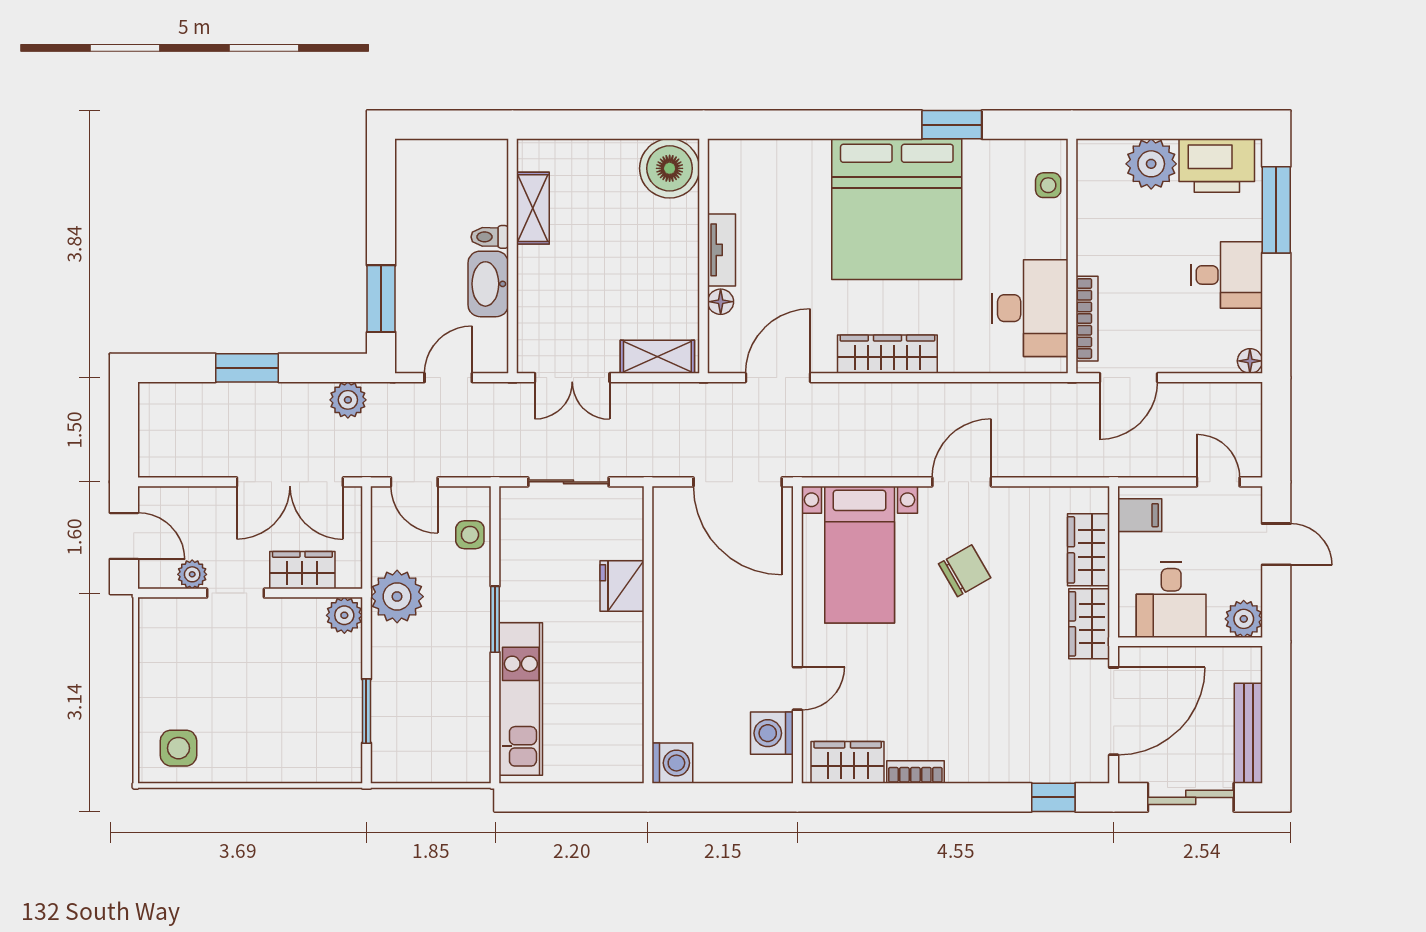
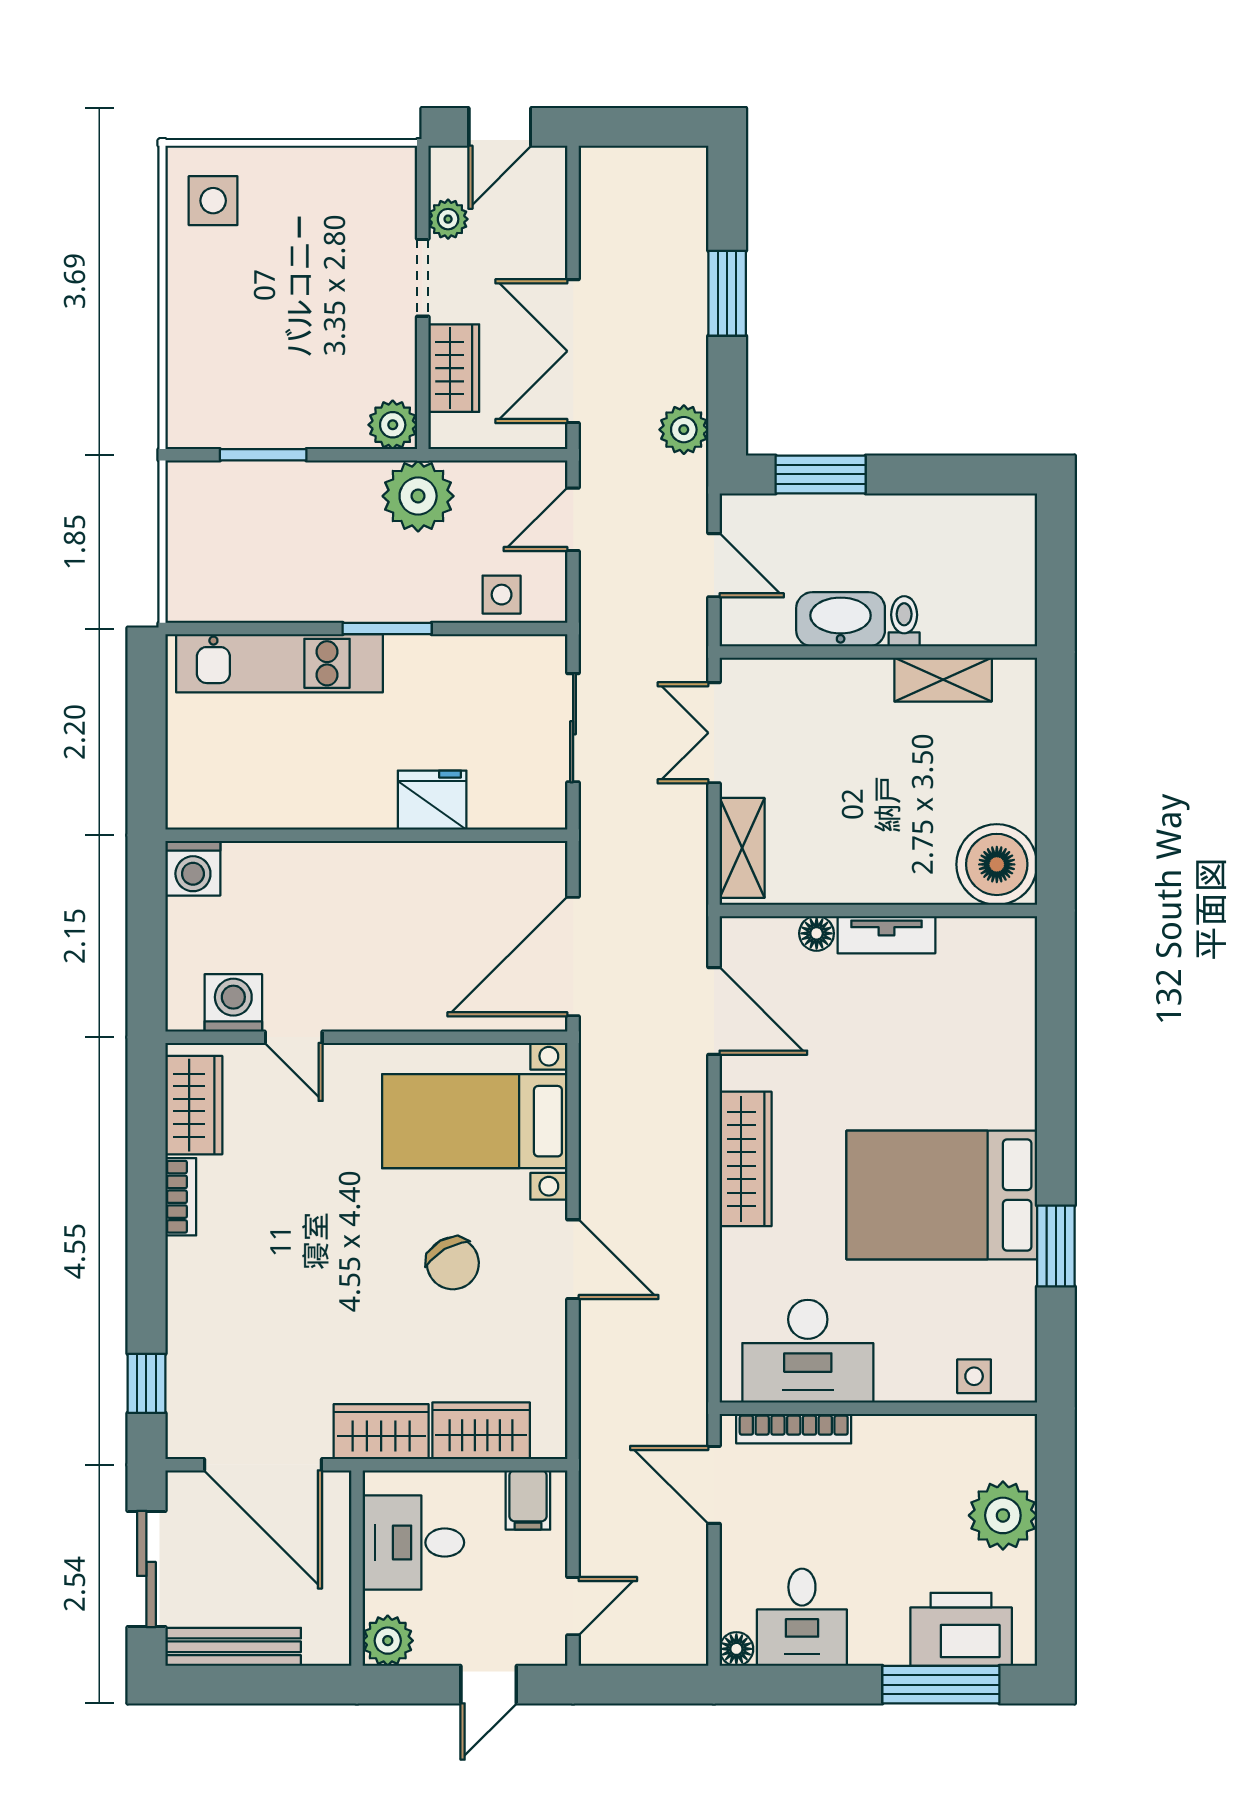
printer: (1217, 165) -> (961, 1629), moved, turned 90
bed: (897, 209) -> (942, 1195), width x0.73
desk: (1226, 275) -> (802, 1617), moved

